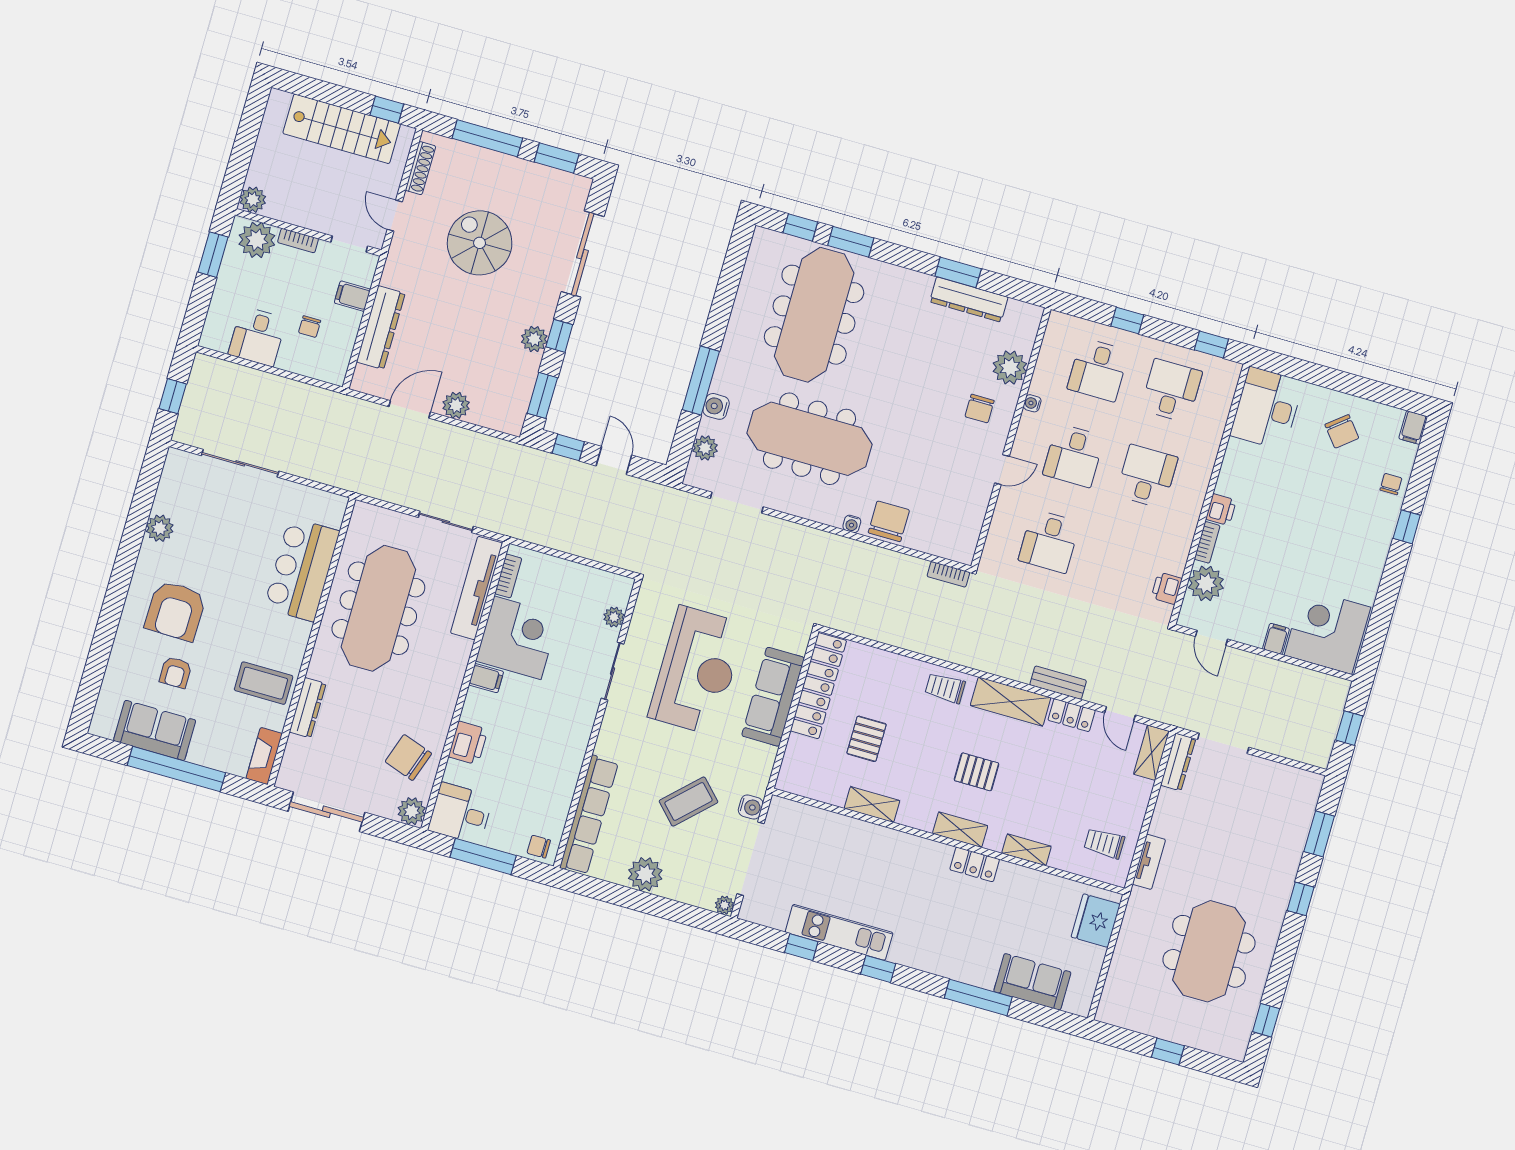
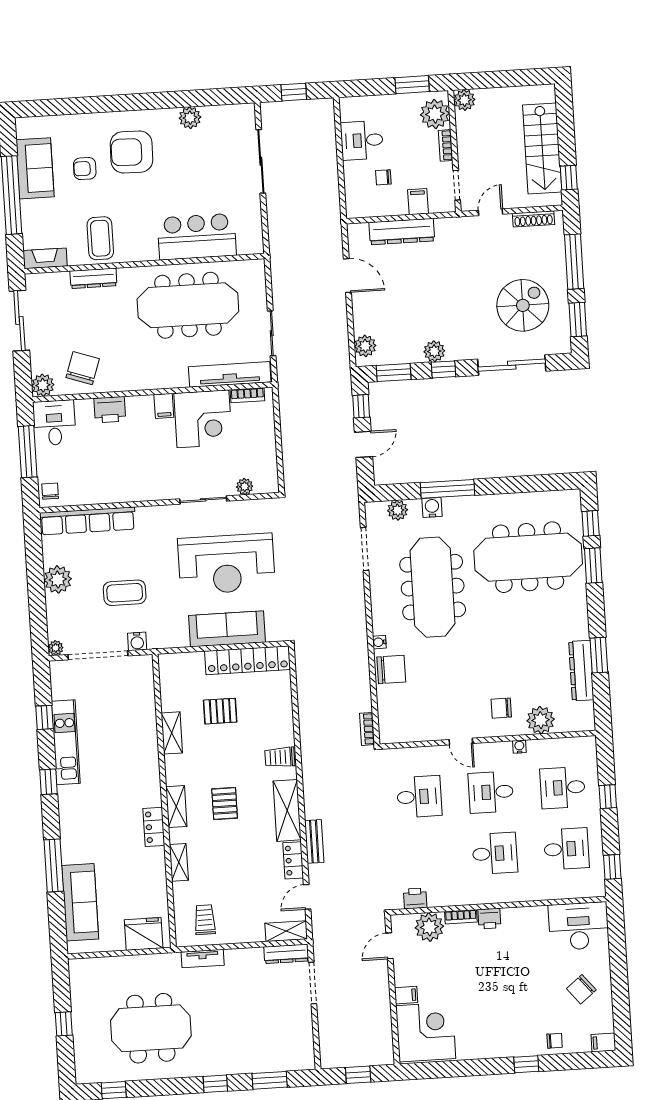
spiral stairs: (480, 243) -> (523, 305), moved
plant: (456, 405) -> (365, 346), moved
desk: (1049, 541) -> (419, 797), turned 180
trolley: (945, 688) -> (280, 757), turned -90
coffee table: (688, 802) -> (125, 593), turned -46
sofa: (1032, 982) -> (80, 902), width x1.36

